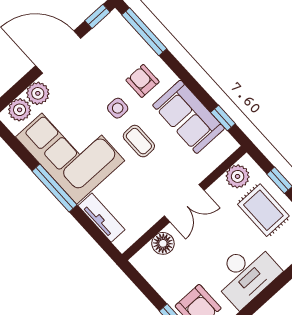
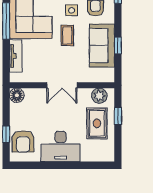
window: (223, 118) -> (118, 46), moved
floor lamp: (163, 243) -> (17, 95), moved

